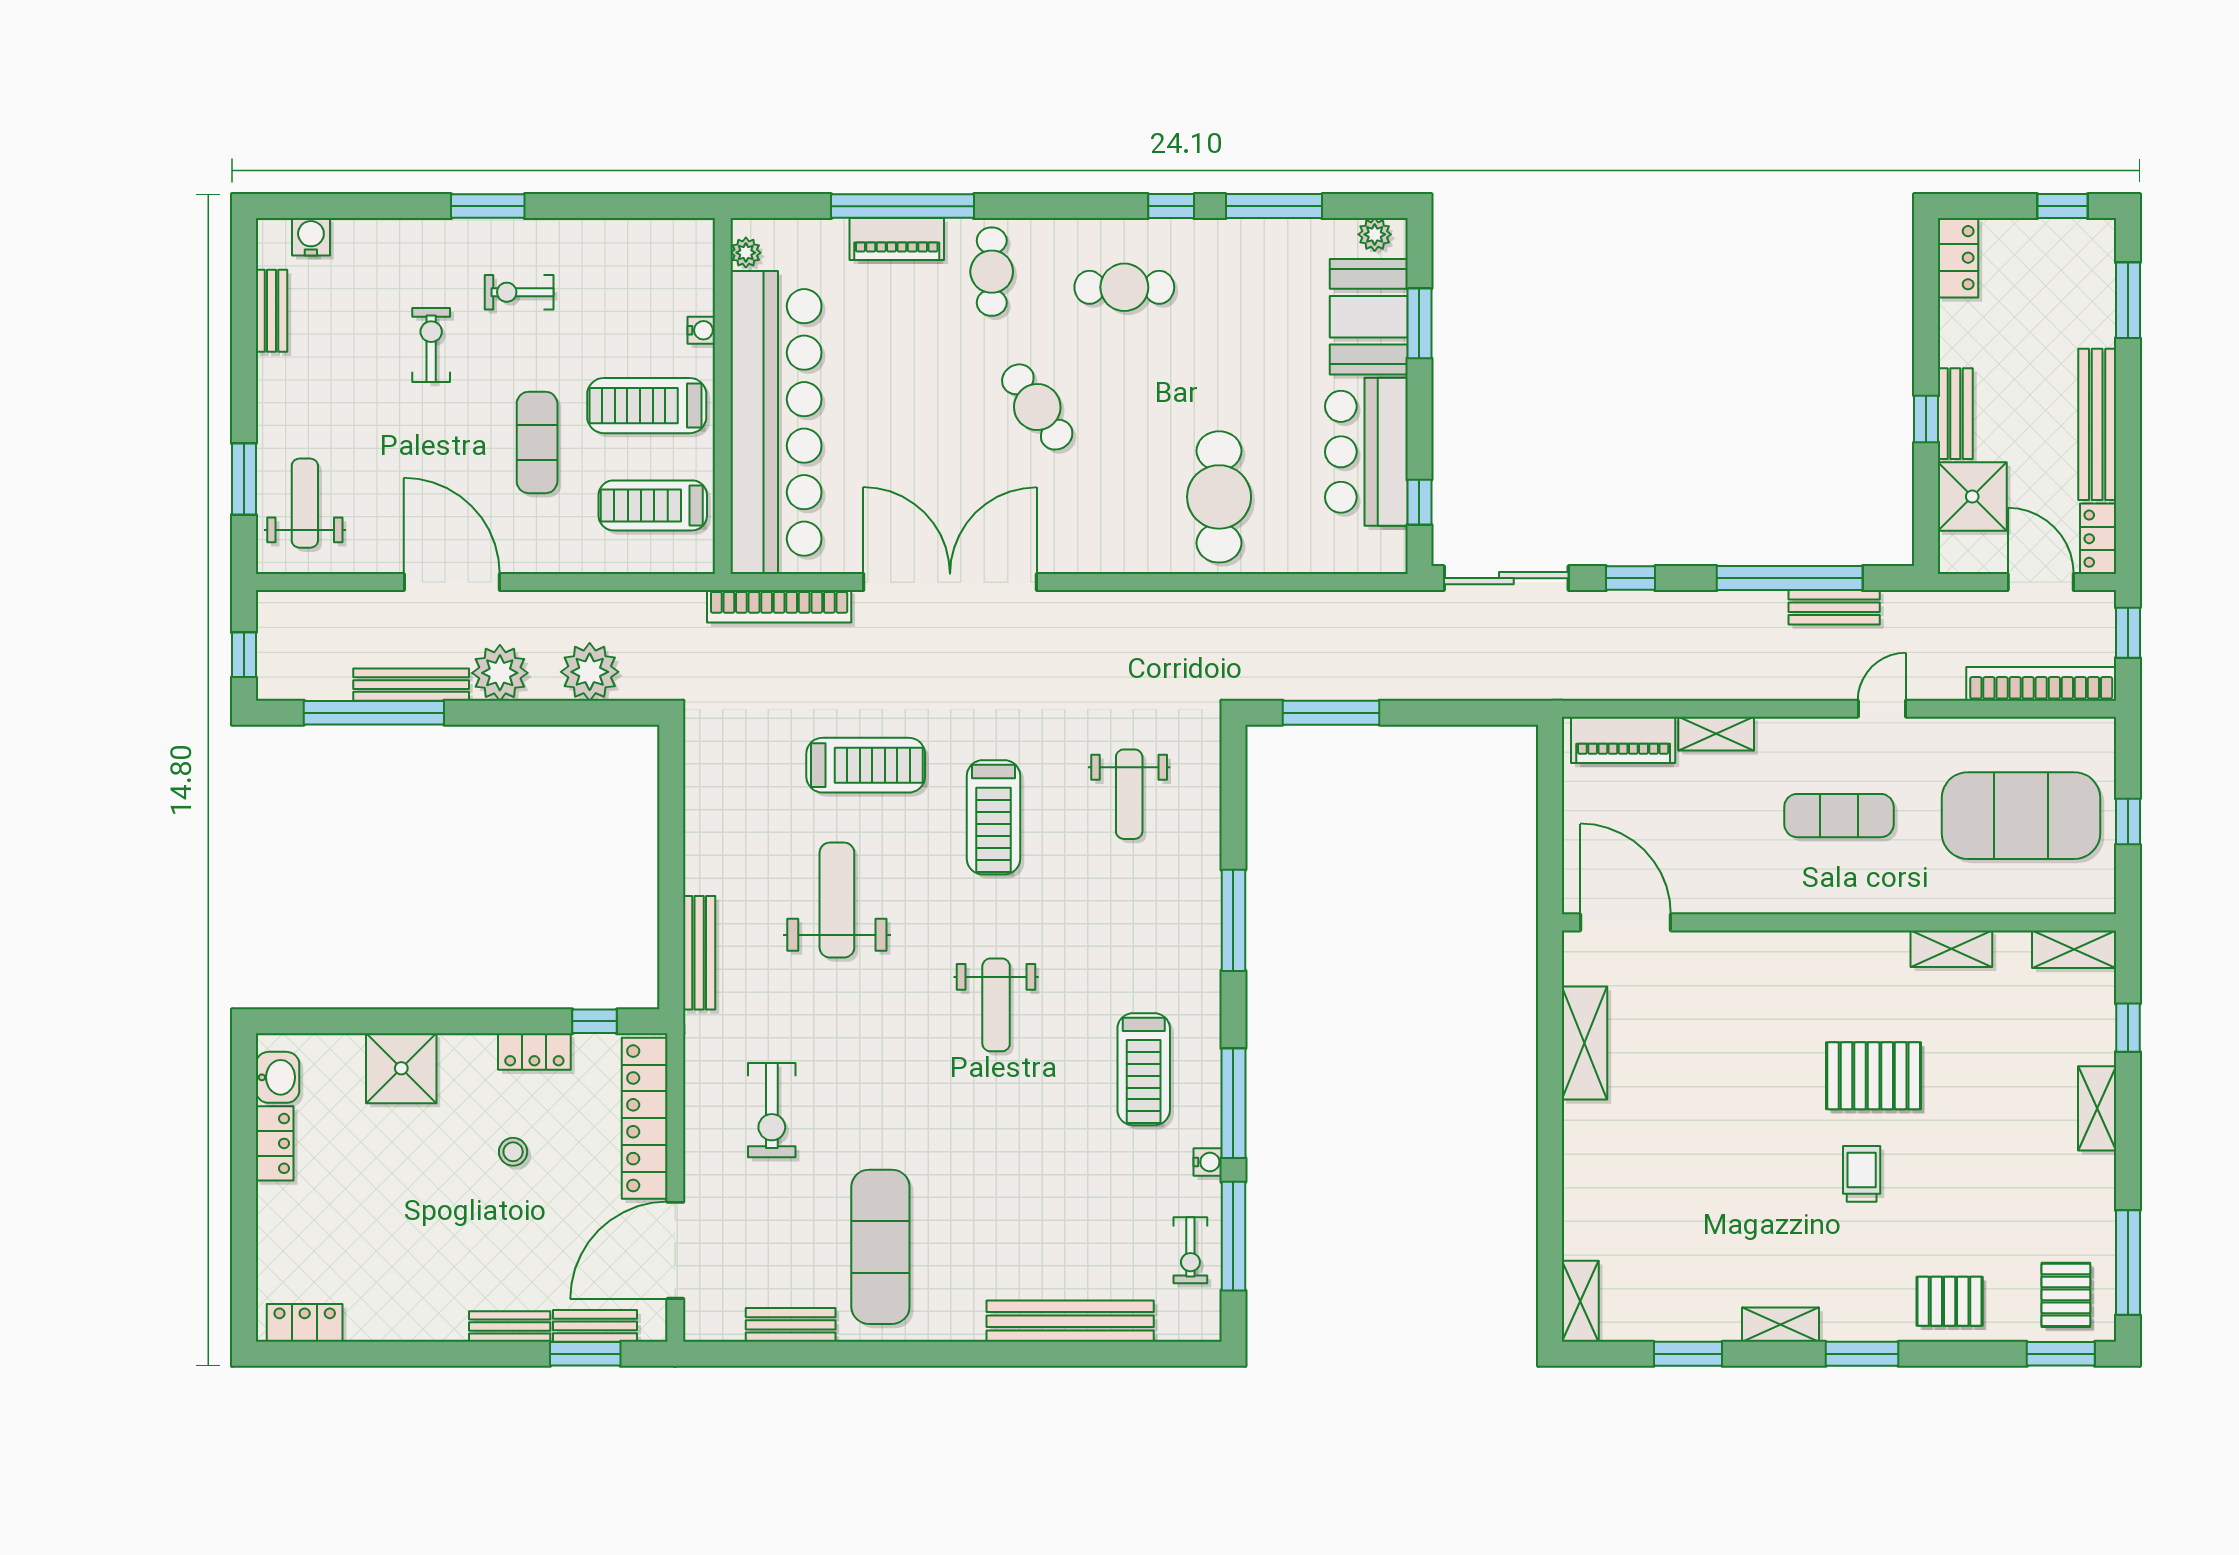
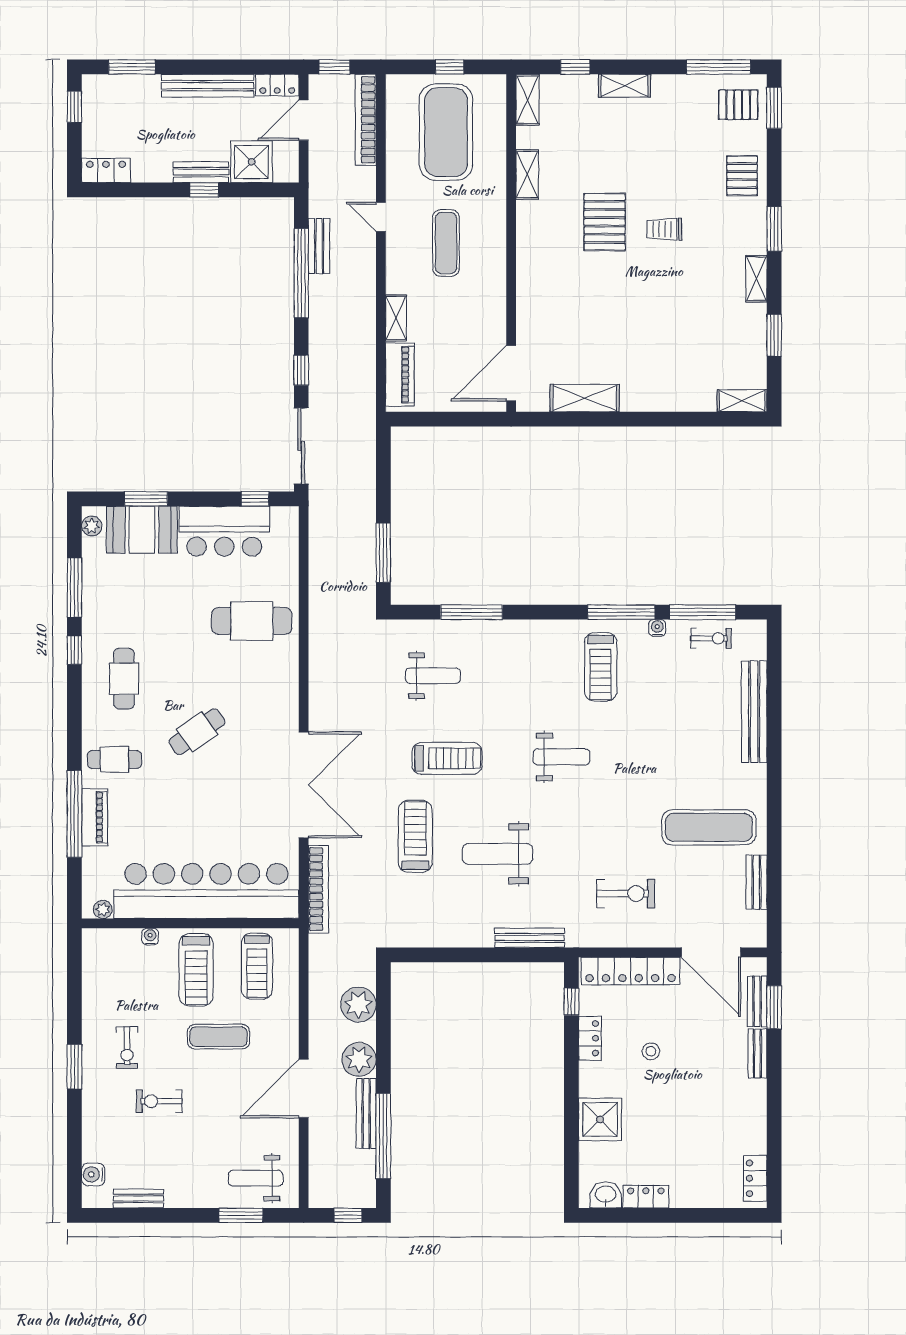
double door: (950, 582) -> (304, 785), swing flipped
window: (1233, 920) -> (472, 612), moved
treadmill: (1144, 1069) -> (601, 667), turned 90

